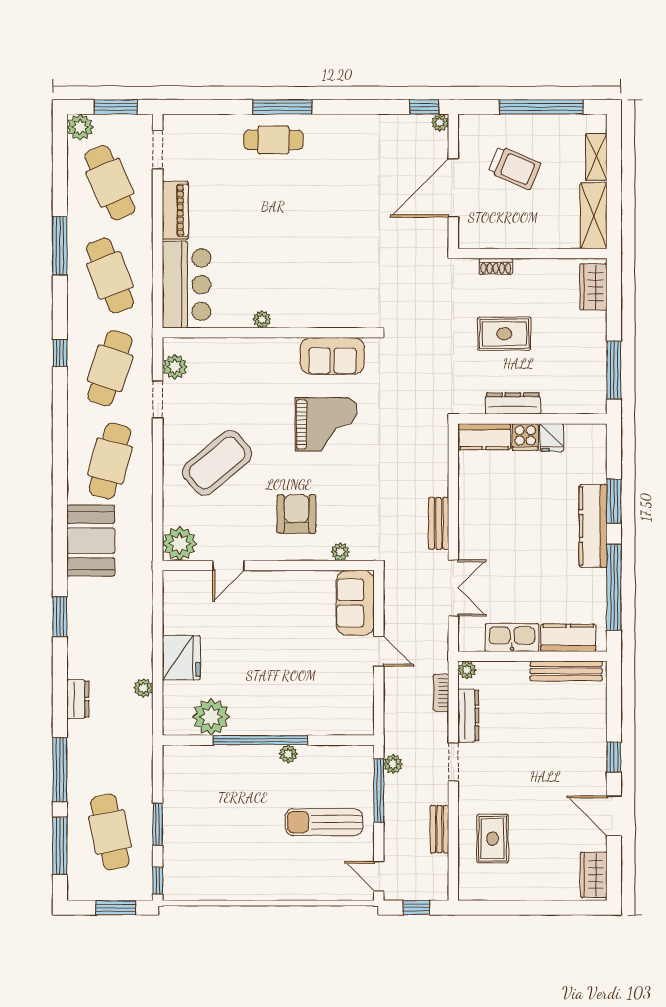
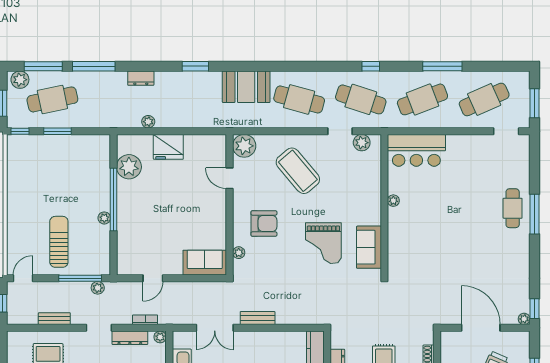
plant: (80, 127) -> (20, 80), moved
piano: (175, 210) -> (466, 143), removed
door: (379, 651) -> (153, 278), moved

